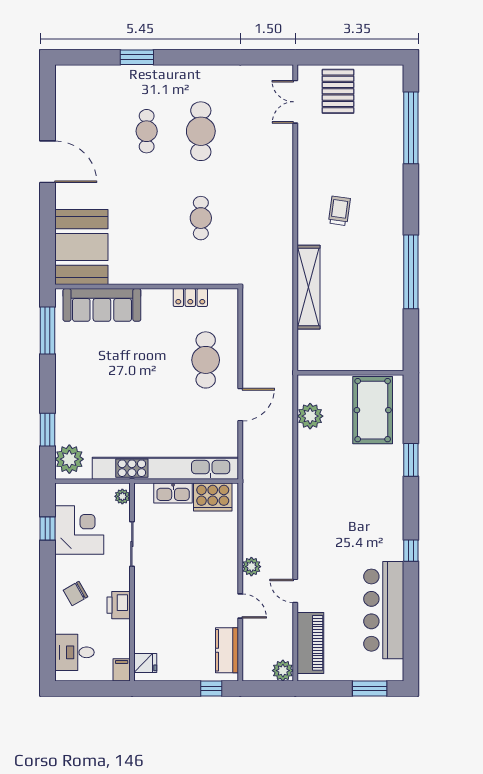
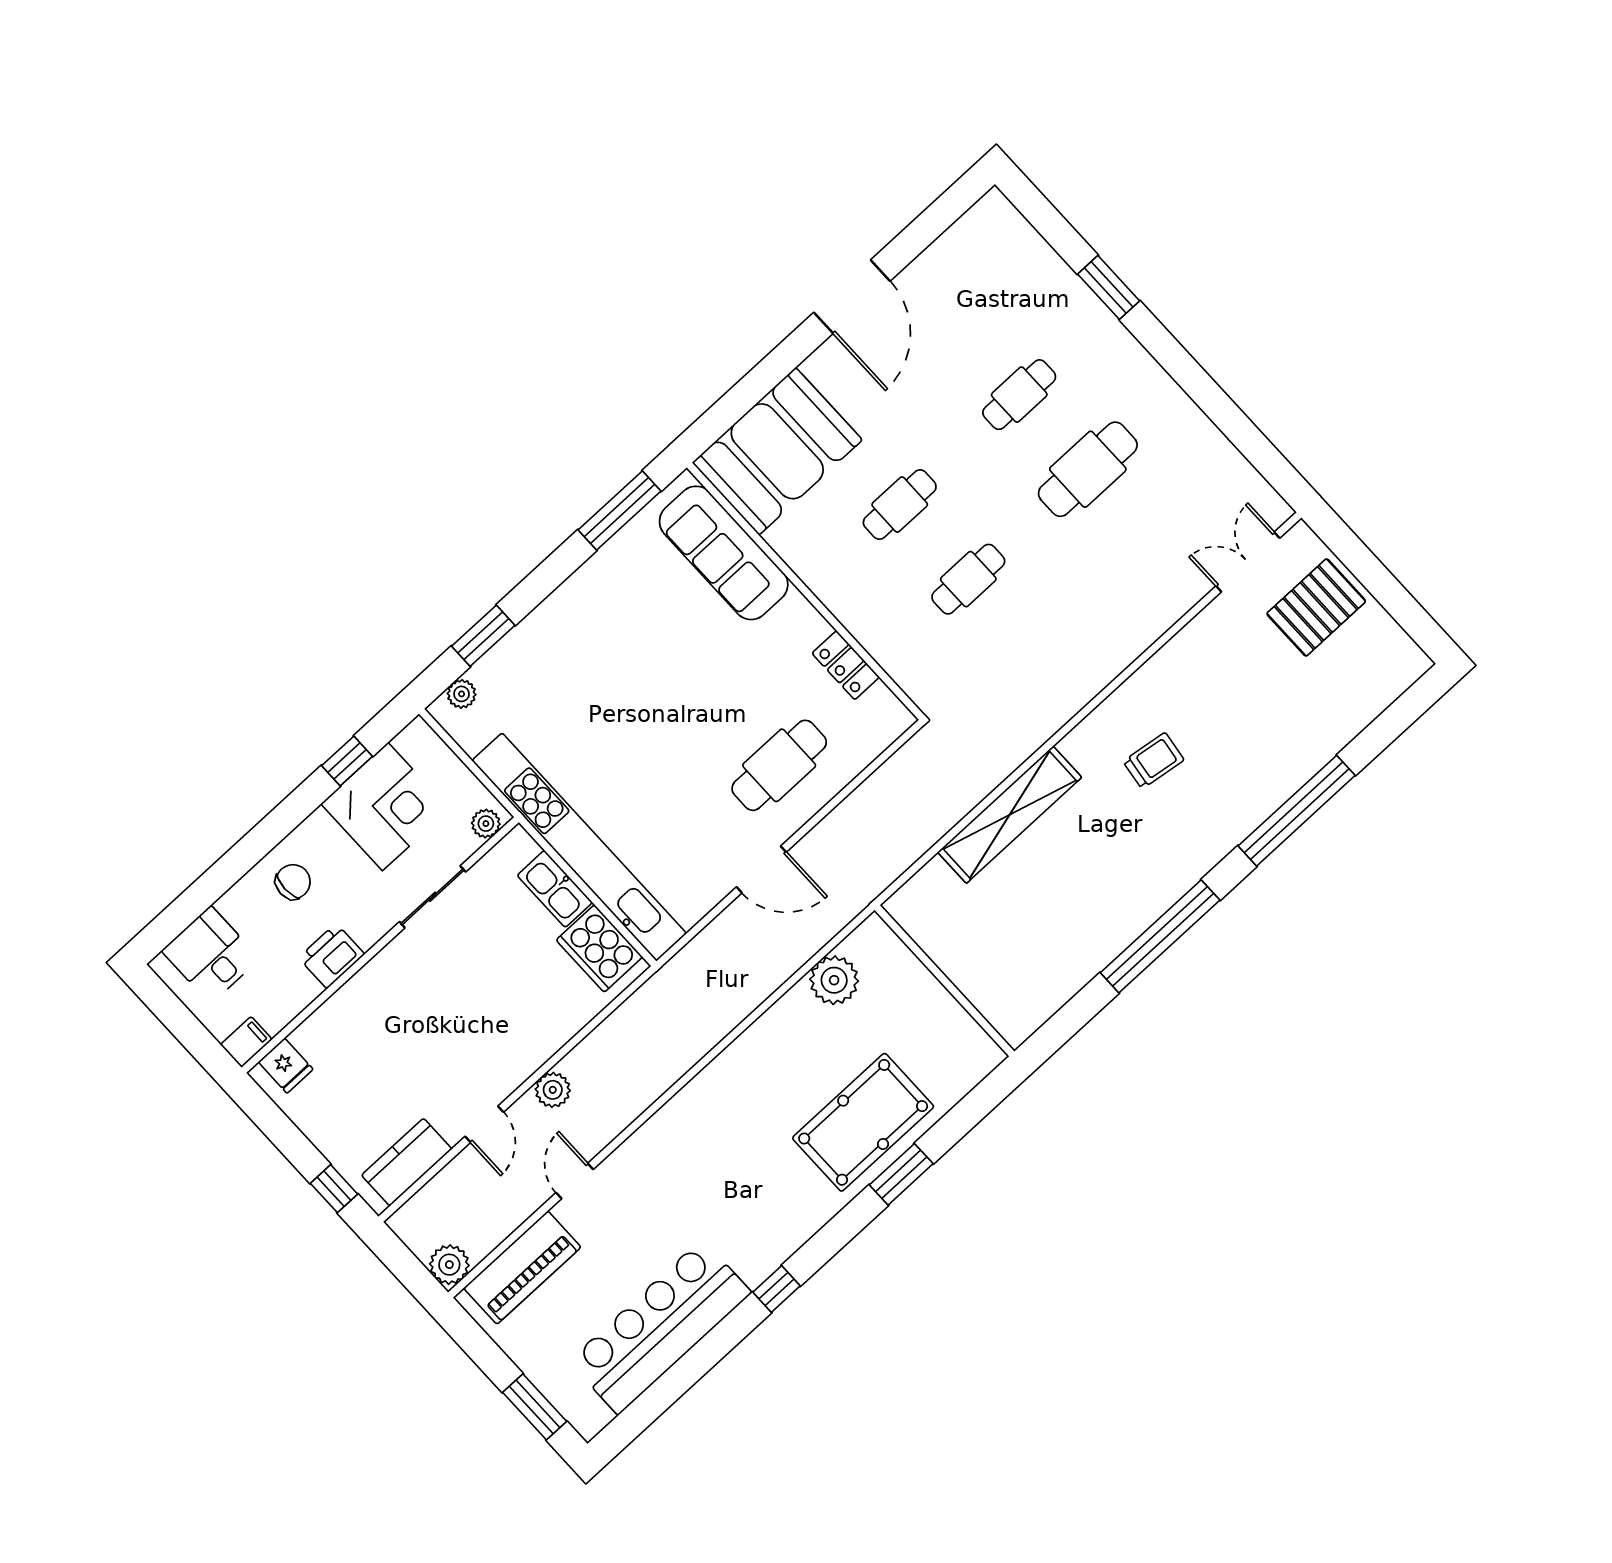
window: (411, 128) -> (1297, 811), moved
cafe table: (147, 218) -> (900, 505), added
pool table: (373, 410) -> (863, 1122), moved
plant: (69, 459) -> (462, 694), width x0.53, depth x0.53
chair: (75, 593) -> (293, 882), turned 120

